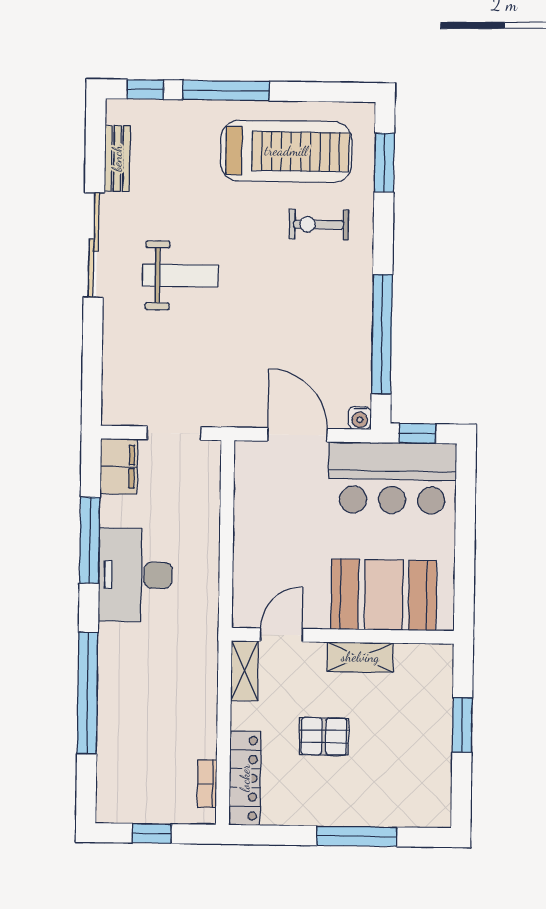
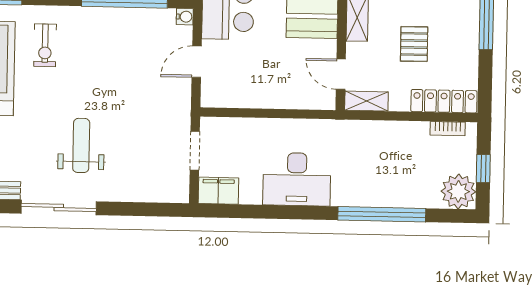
door: (297, 435) -> (197, 62), width x0.73
window: (90, 540) -> (271, 212), removed
plant: (120, 799) -> (458, 191), added

